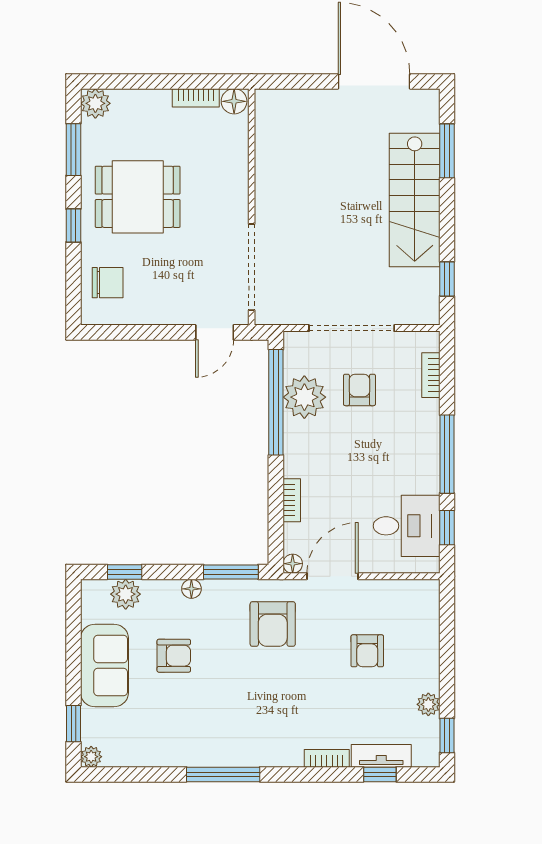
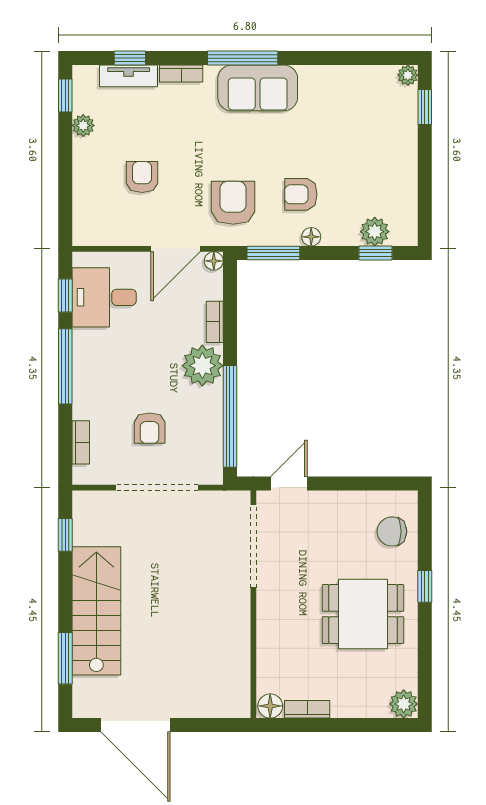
window: (73, 150) -> (425, 659), removed
plant: (304, 397) -> (202, 366), moved
armchair: (174, 656) -> (301, 194), moved
sofa: (104, 665) -> (258, 88), moved, turned -90
window: (223, 774) -> (243, 58), moved

